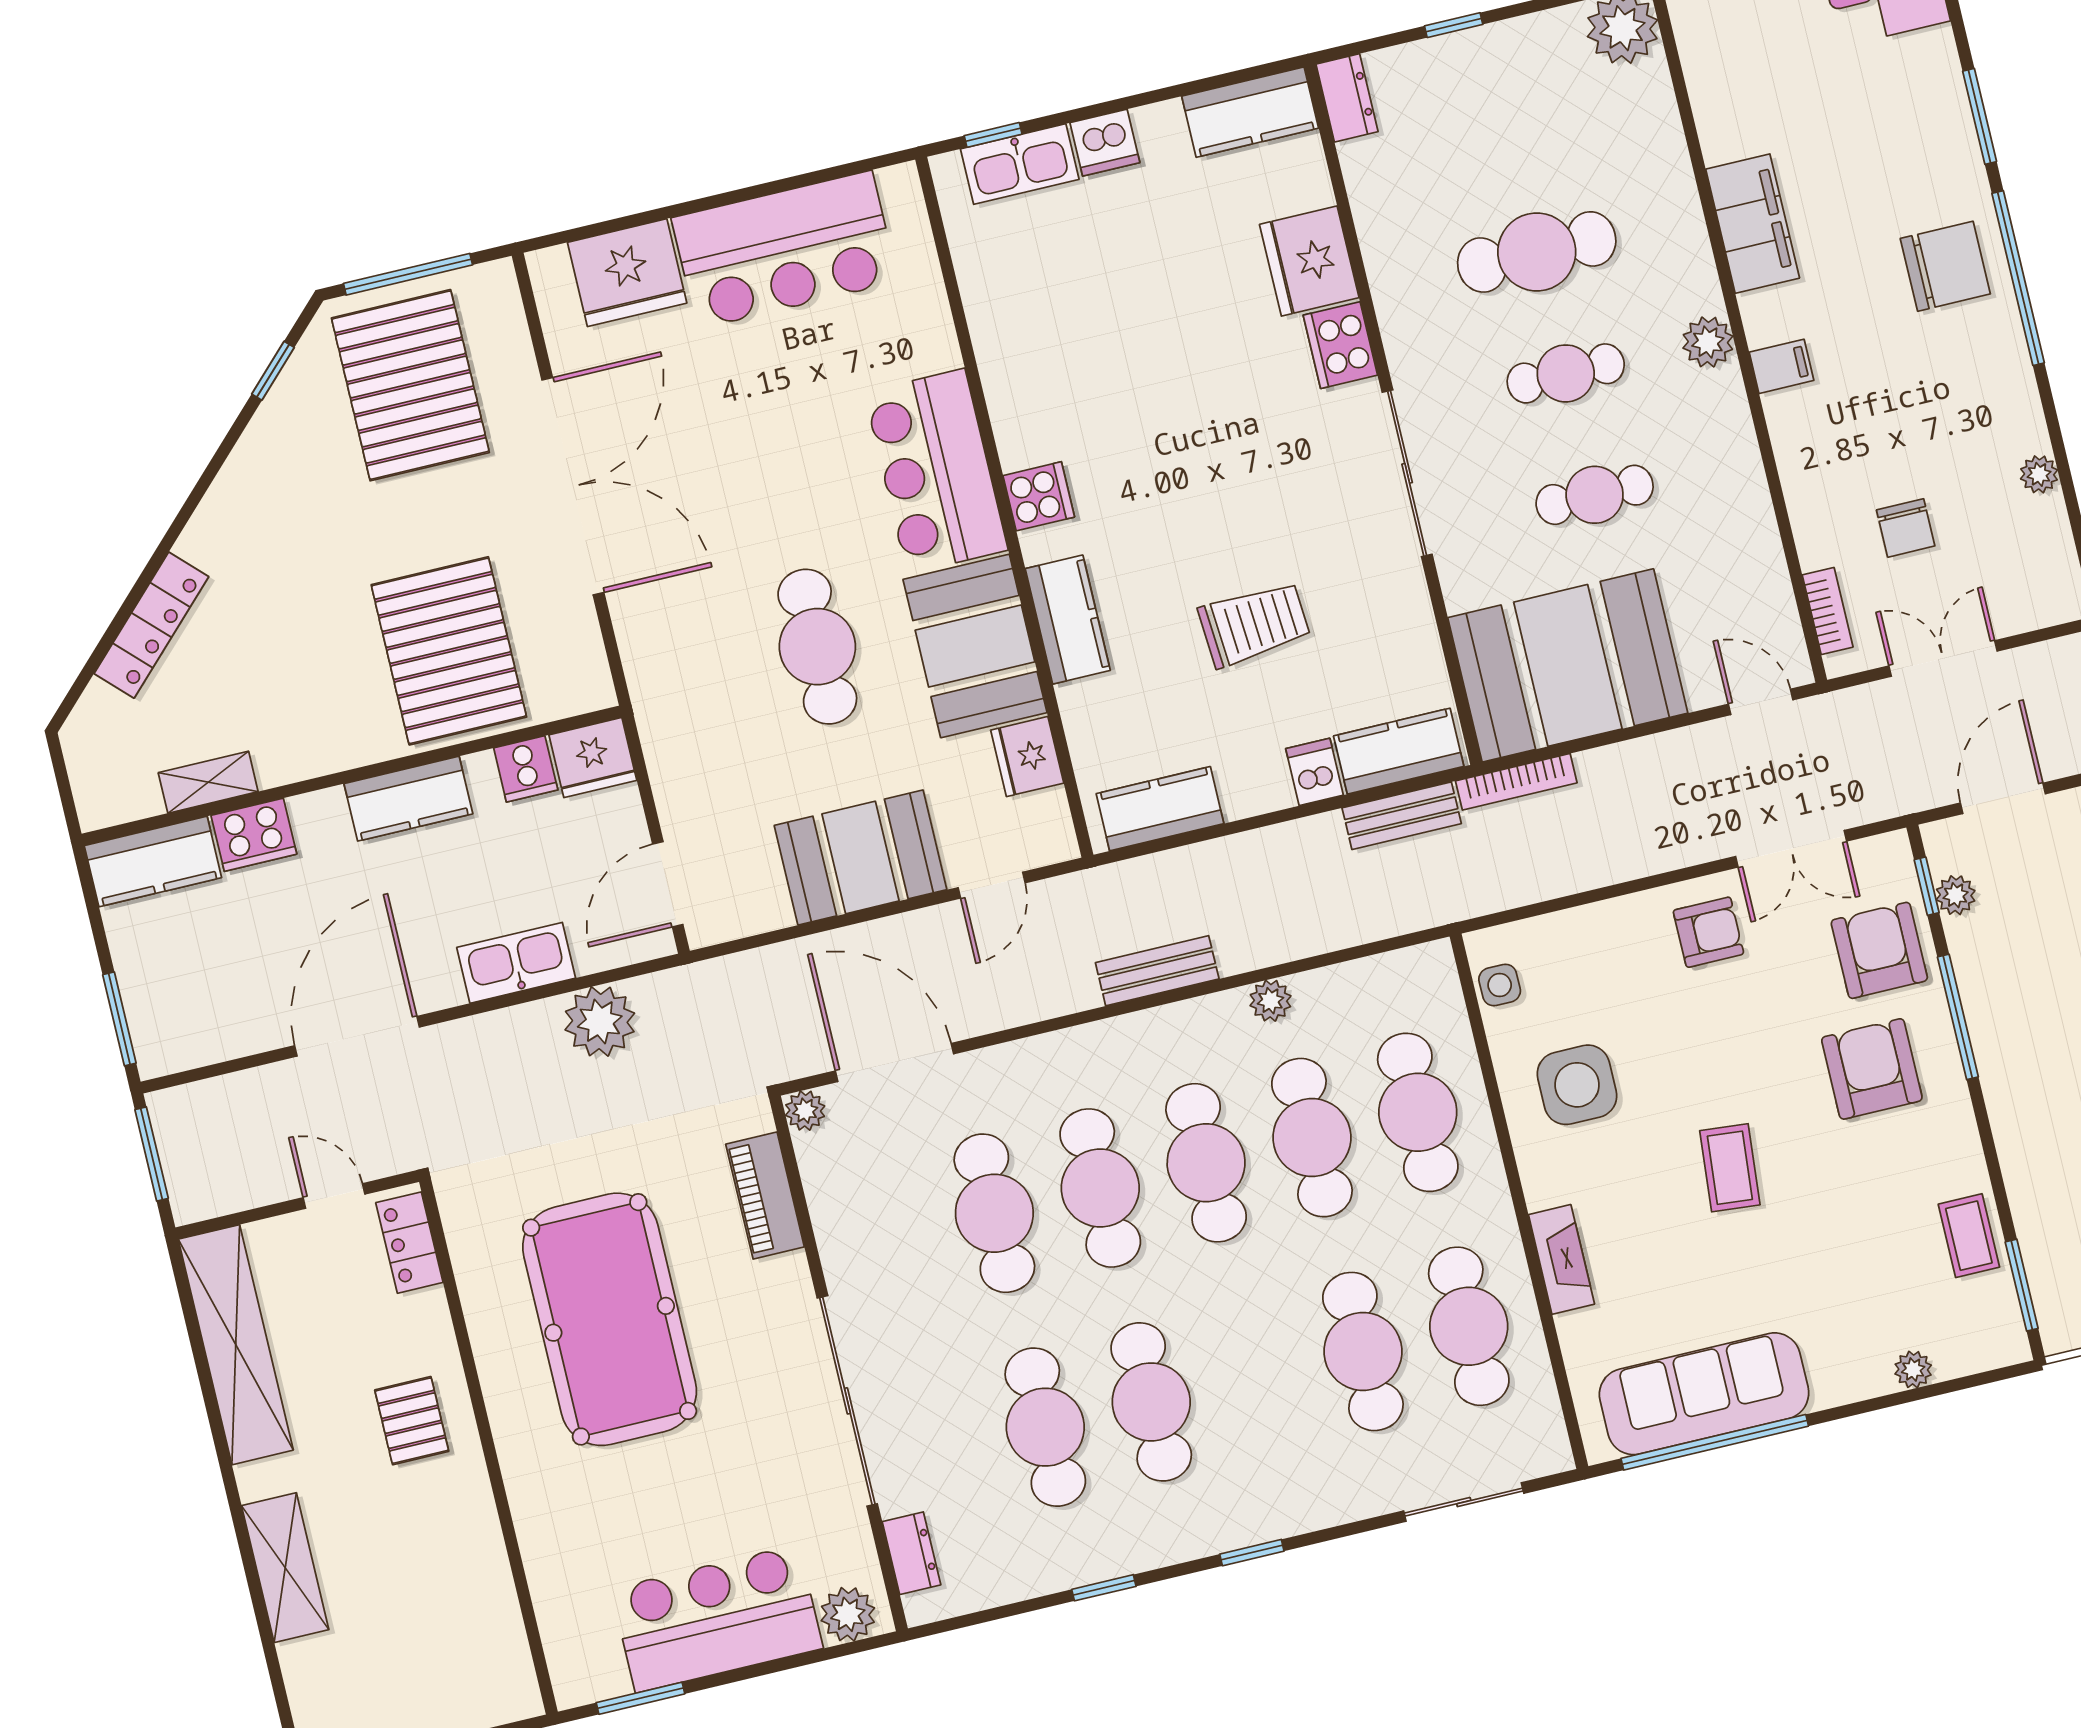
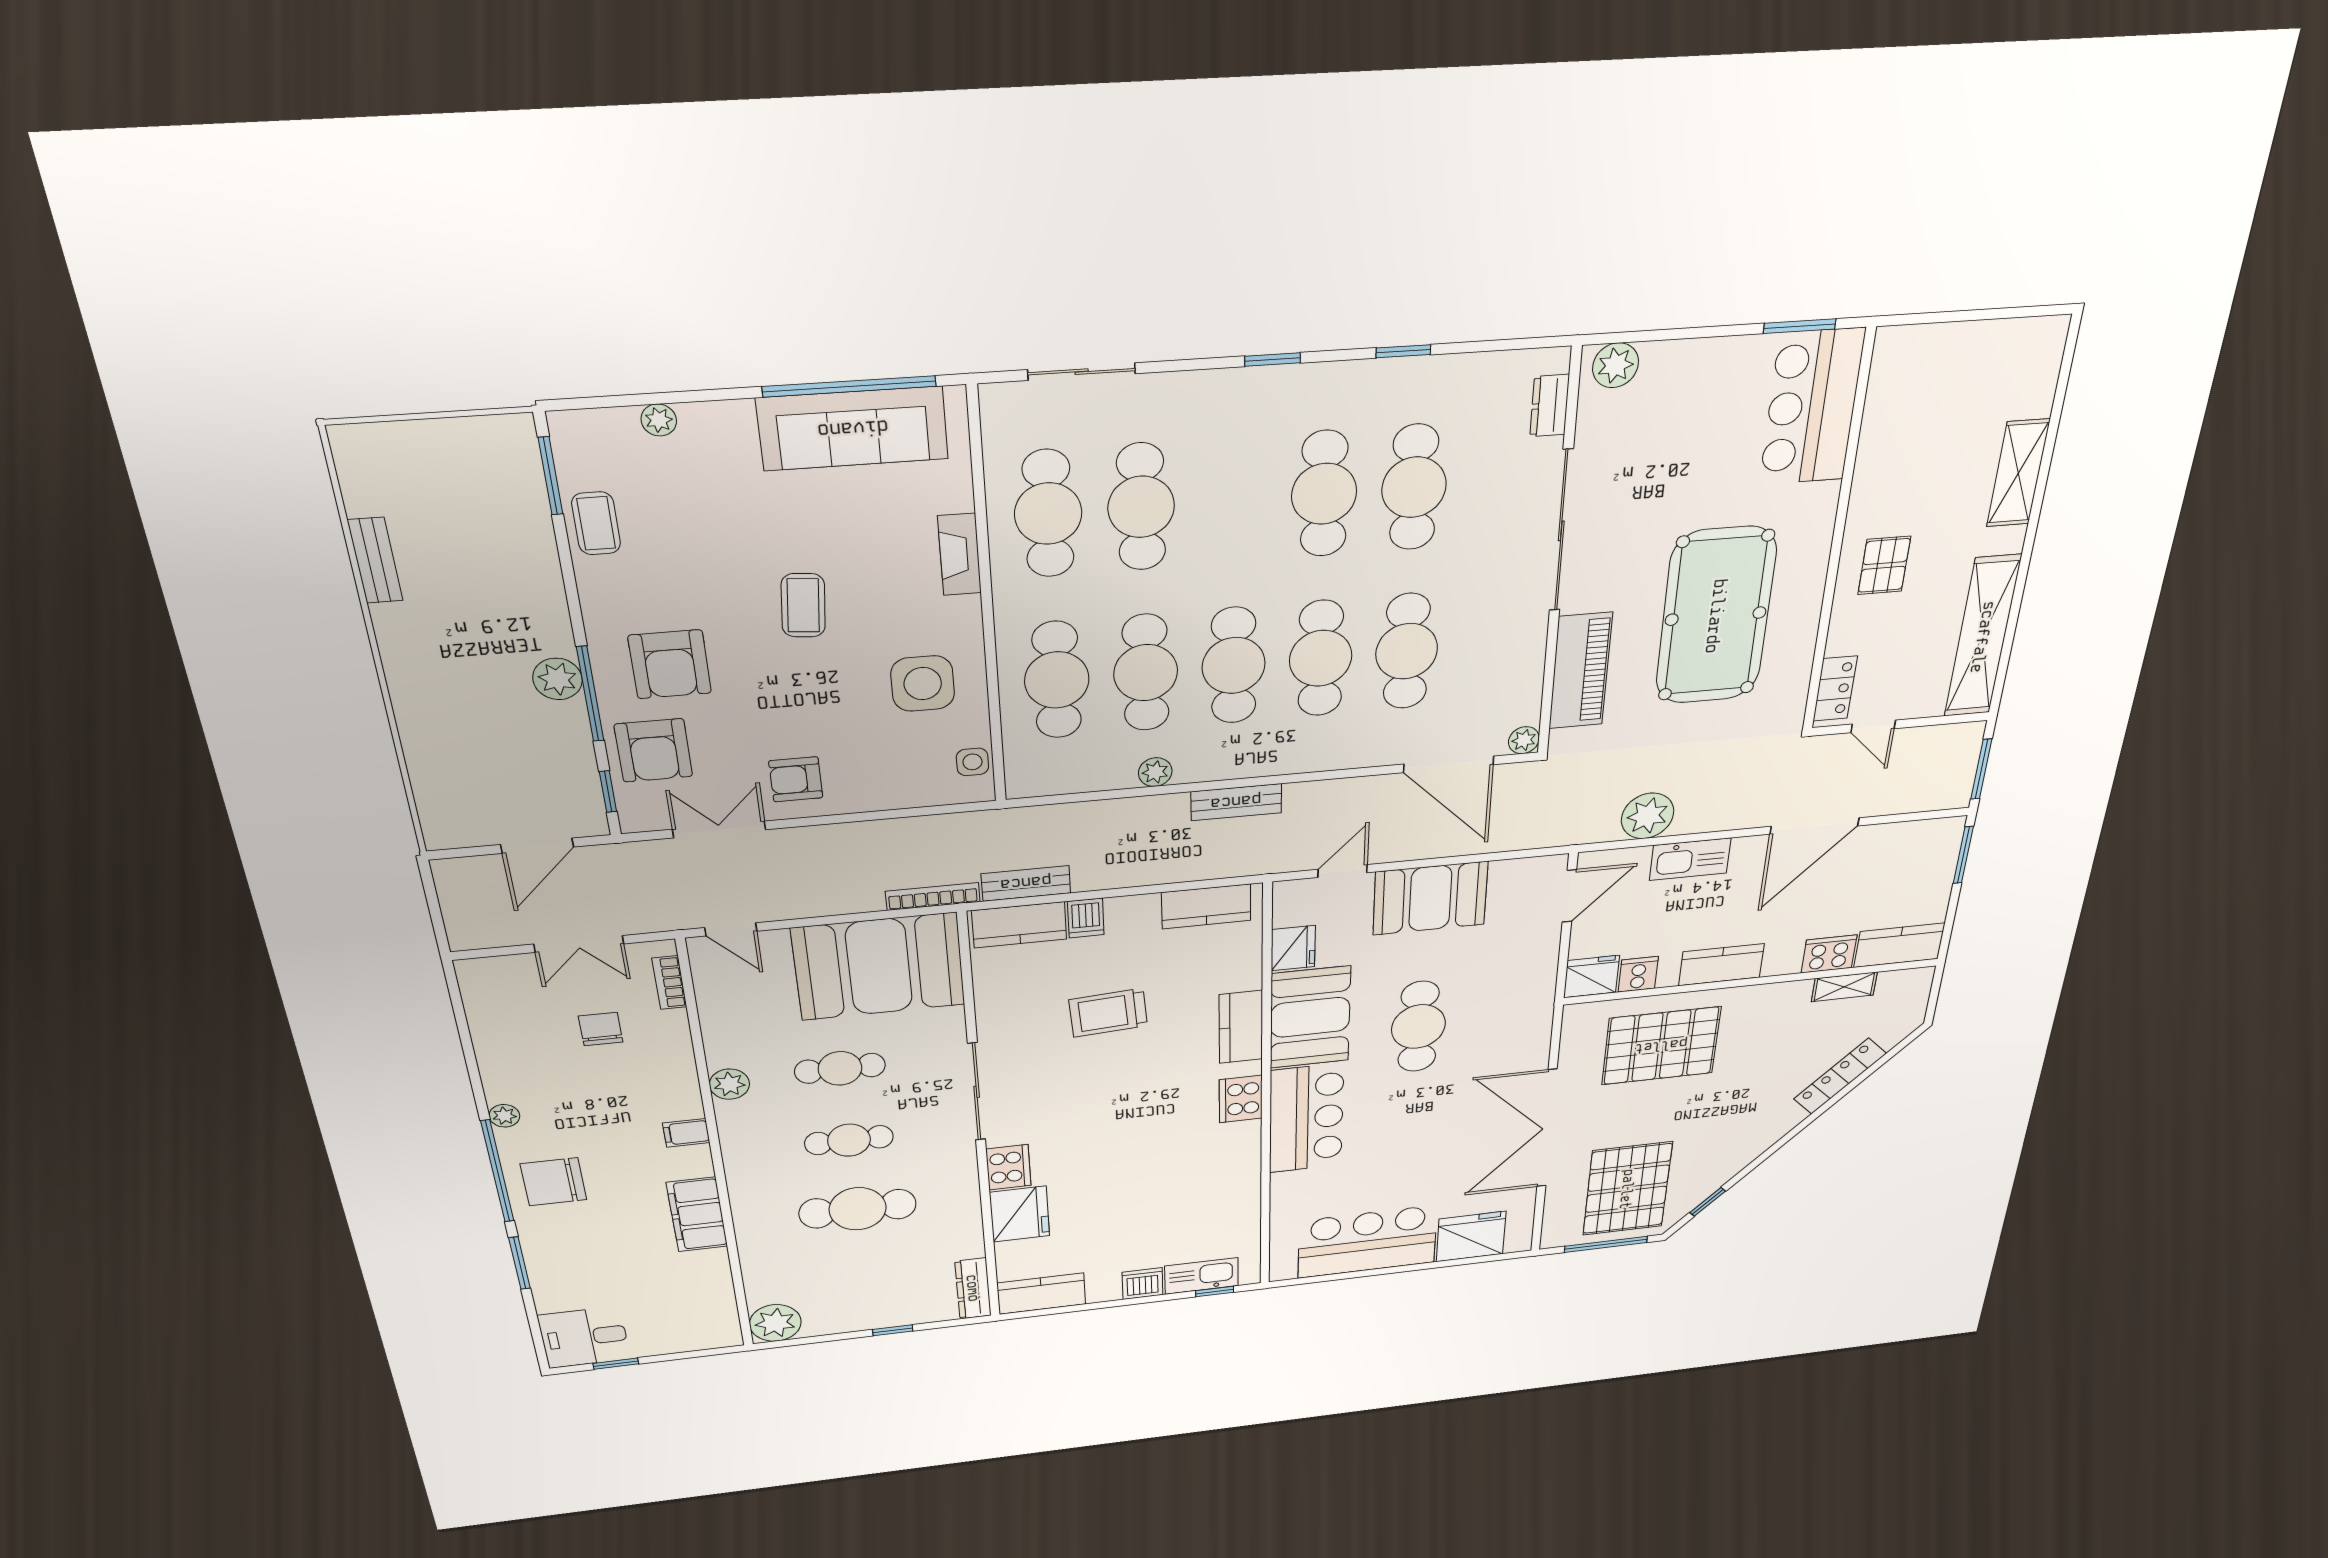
dresser: (1347, 98) -> (973, 1288), width x1.44
plant: (1708, 342) -> (729, 1084), moved
plant: (2039, 474) -> (504, 1116), moved
cooker: (1039, 496) -> (1241, 1099), width x1.36
pallet: (449, 651) -> (1661, 1046), turned 90
plant: (1956, 895) -> (558, 679), moved, width x1.38, depth x1.38
piano: (765, 1196) -> (1581, 671), width x1.37, depth x1.33
bar counter: (717, 1619) -> (1812, 407), moved, turned 90

